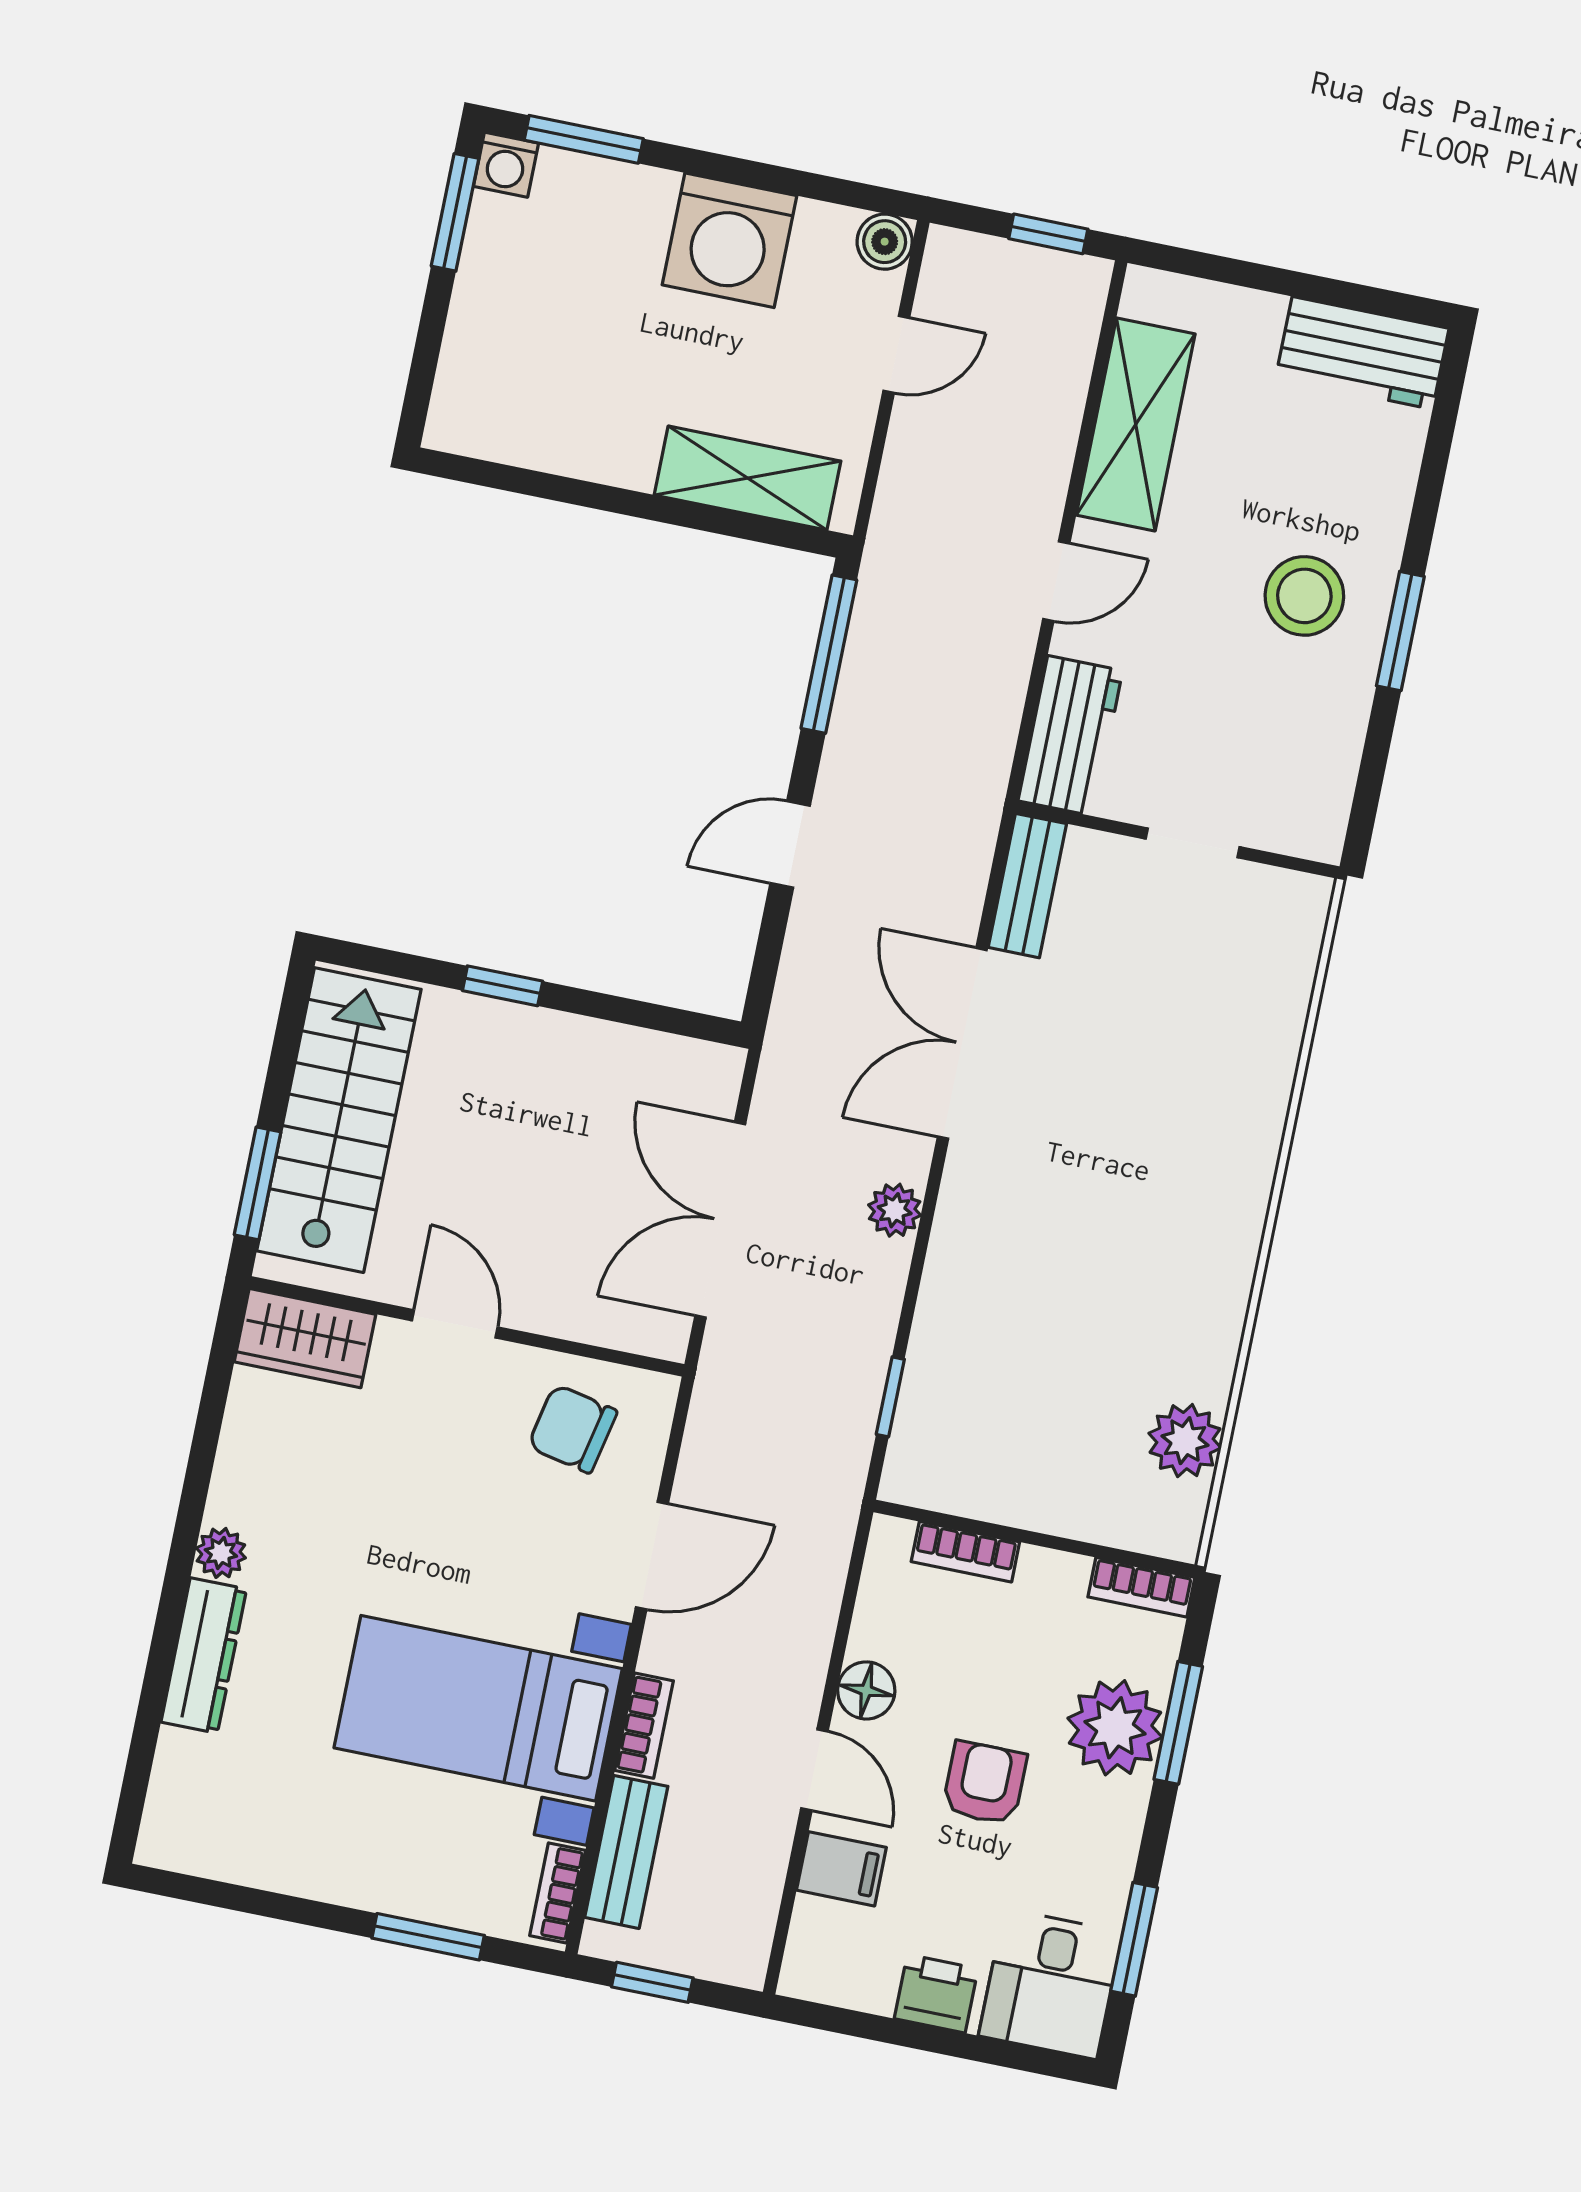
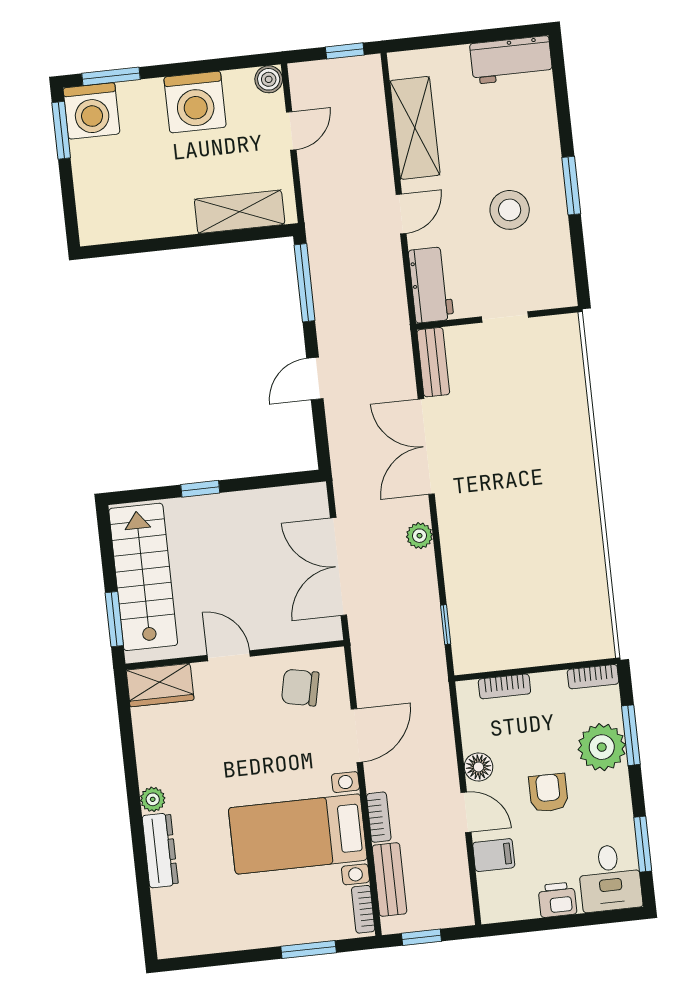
washing machine: (506, 165) -> (91, 111), width x1.89, depth x1.89
stool: (1304, 596) -> (510, 210), moved
plant: (1185, 1441) -> (592, 601), removed

